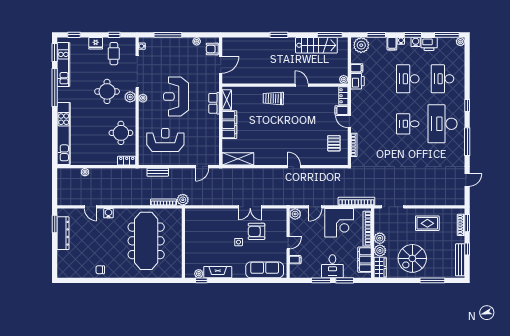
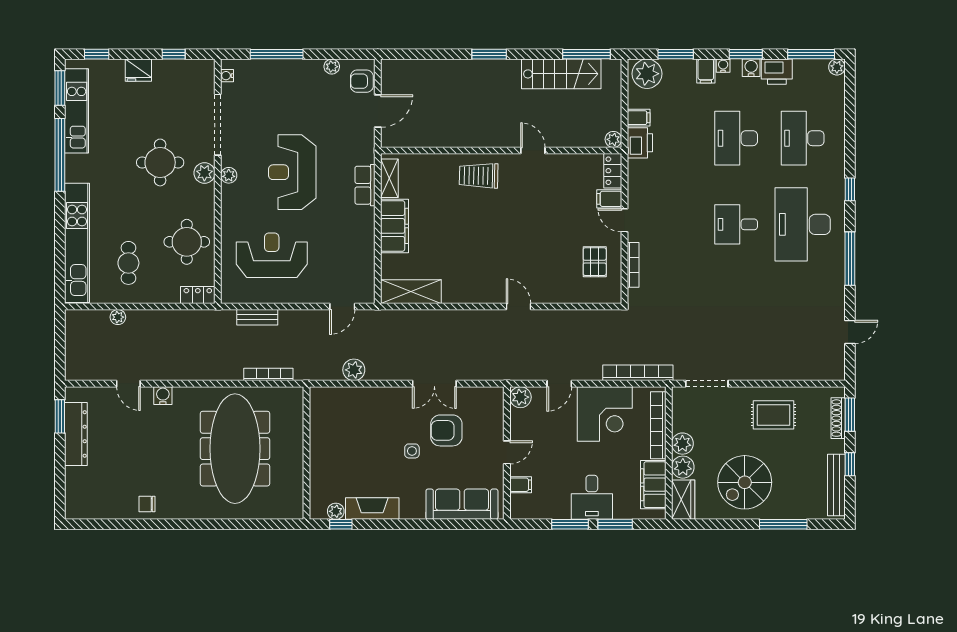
cafe table: (114, 54) -> (128, 263), moved
plant: (183, 200) -> (354, 370), moved

